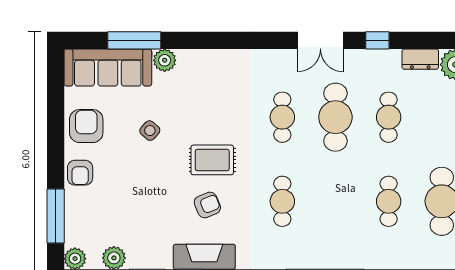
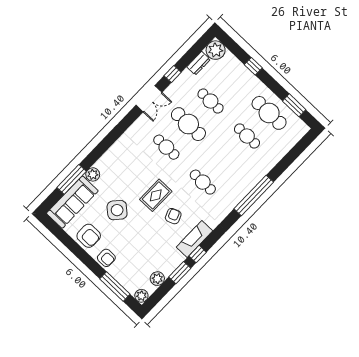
armchair: (86, 126) -> (89, 236), turned 180
side table: (150, 131) -> (117, 210), width x1.87, depth x1.87

